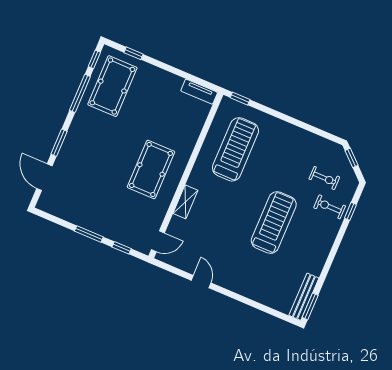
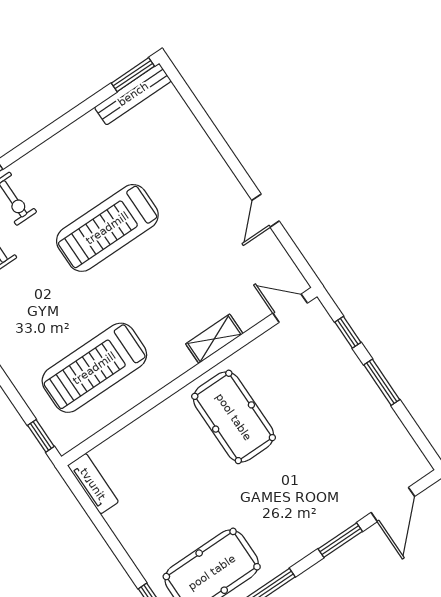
pool table: (151, 169) -> (234, 417), turned 90

